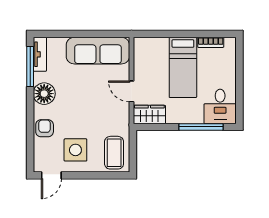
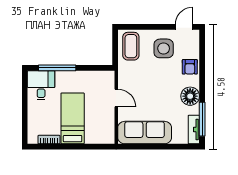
wardrobe: (149, 114) -> (101, 79), removed

